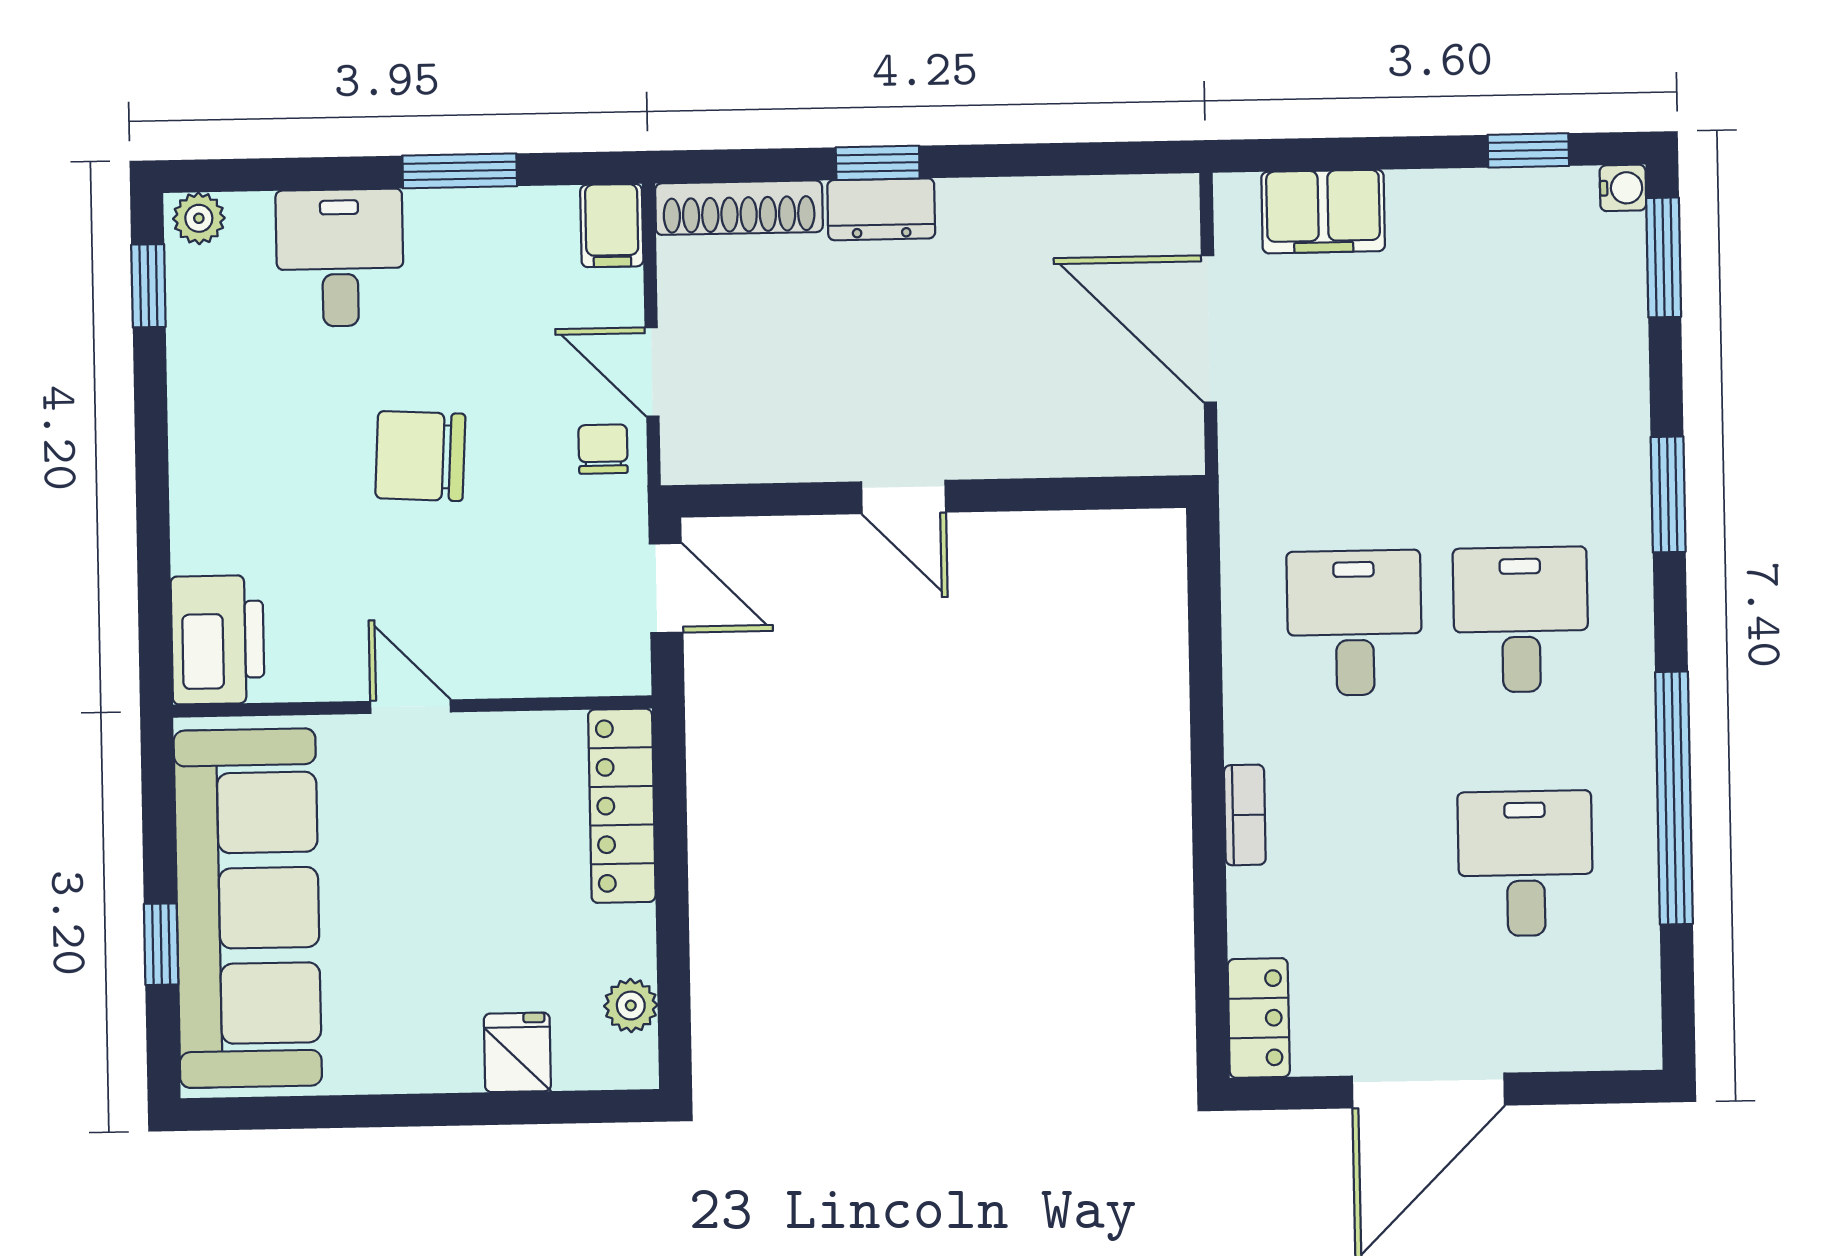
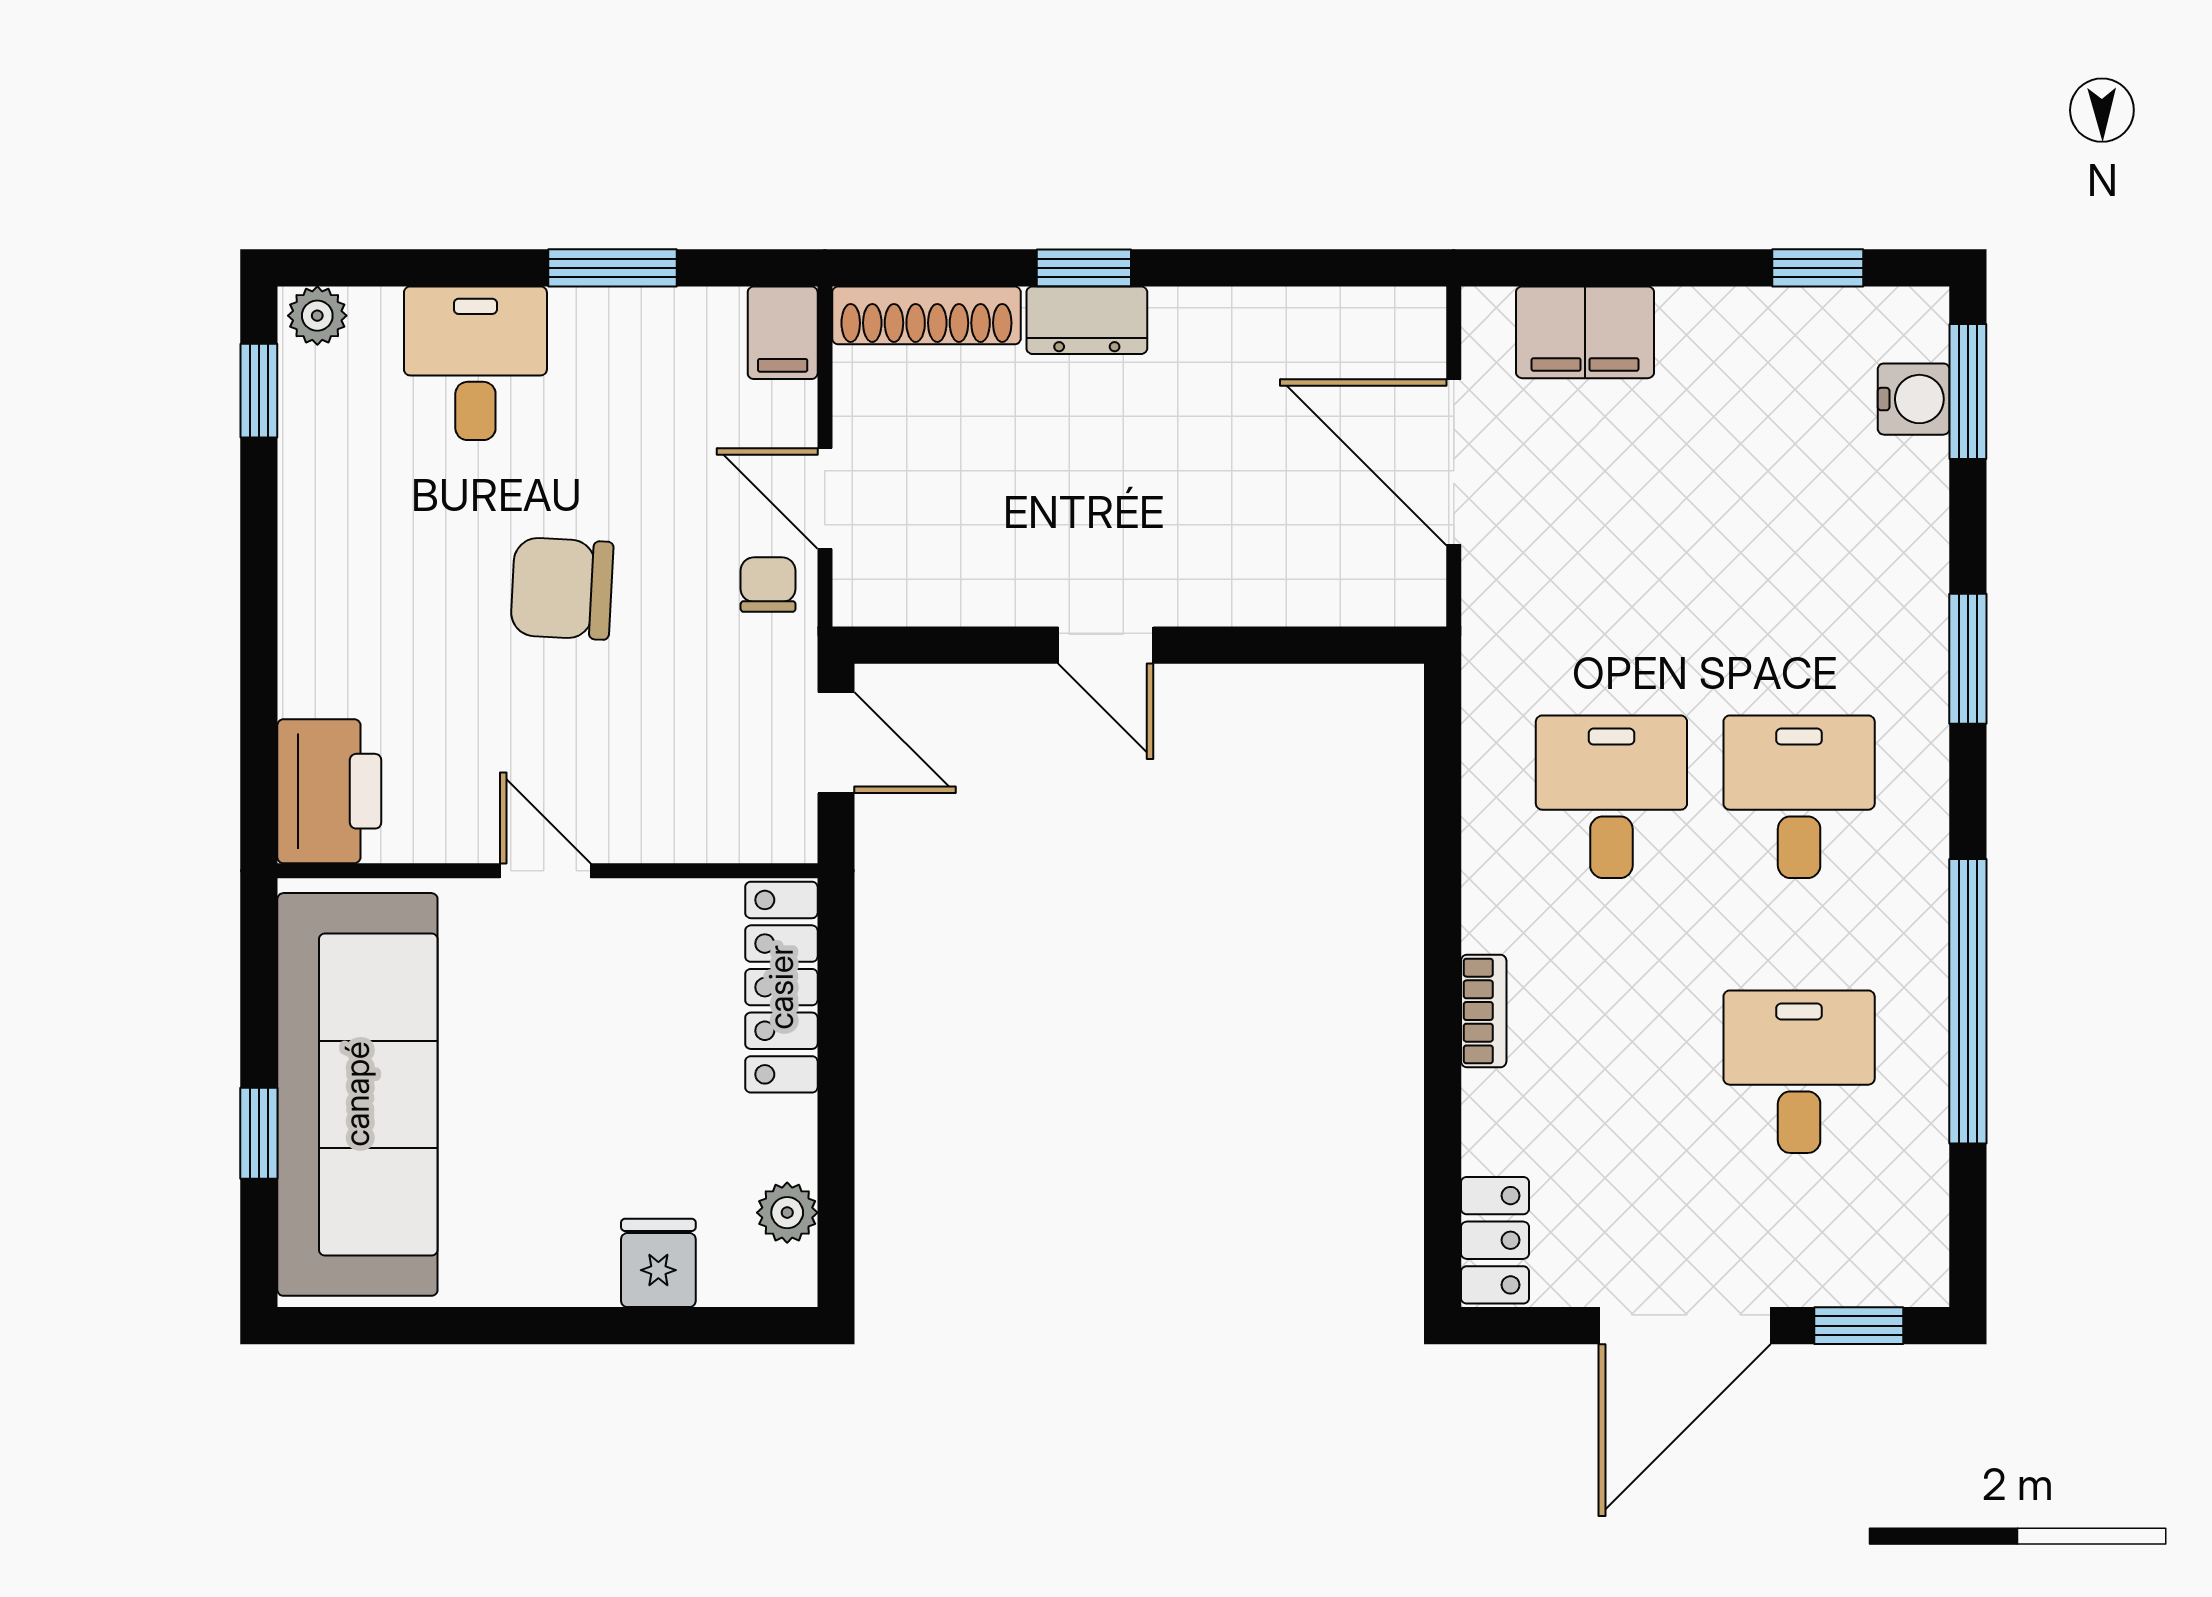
water cooler: (1623, 188) -> (1914, 399), moved, width x1.38, depth x1.38
window: (1583, 1088) -> (1859, 1326), added

